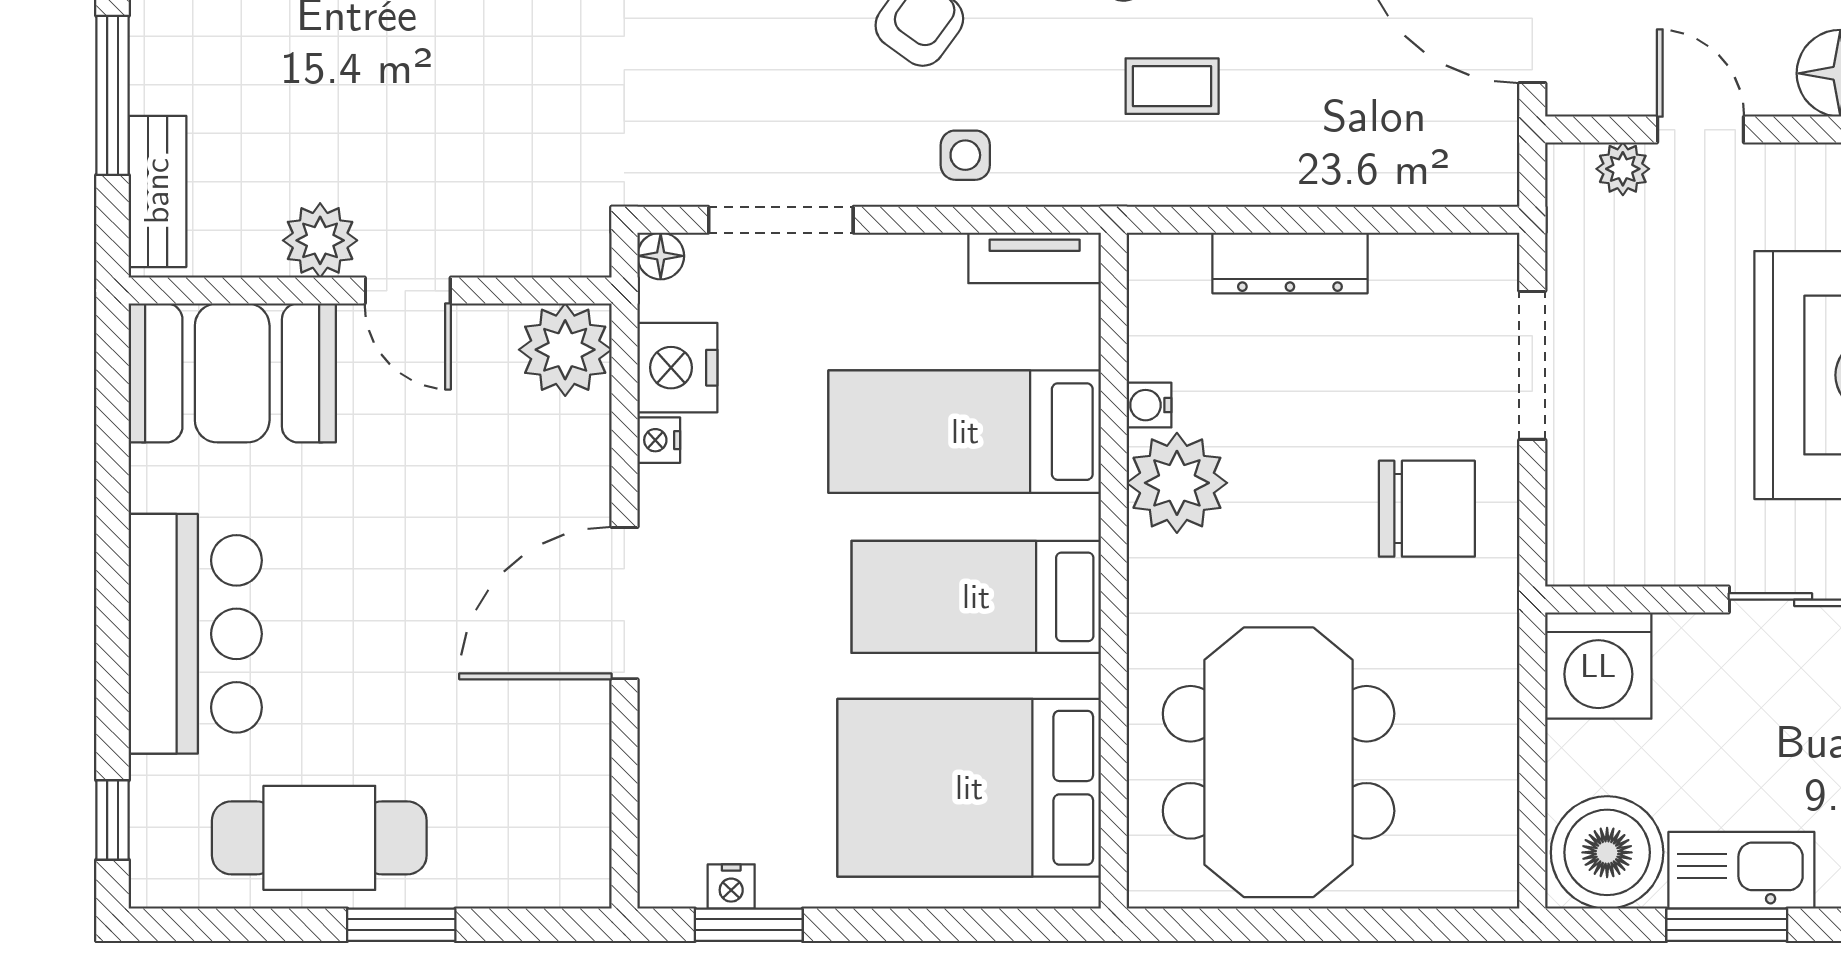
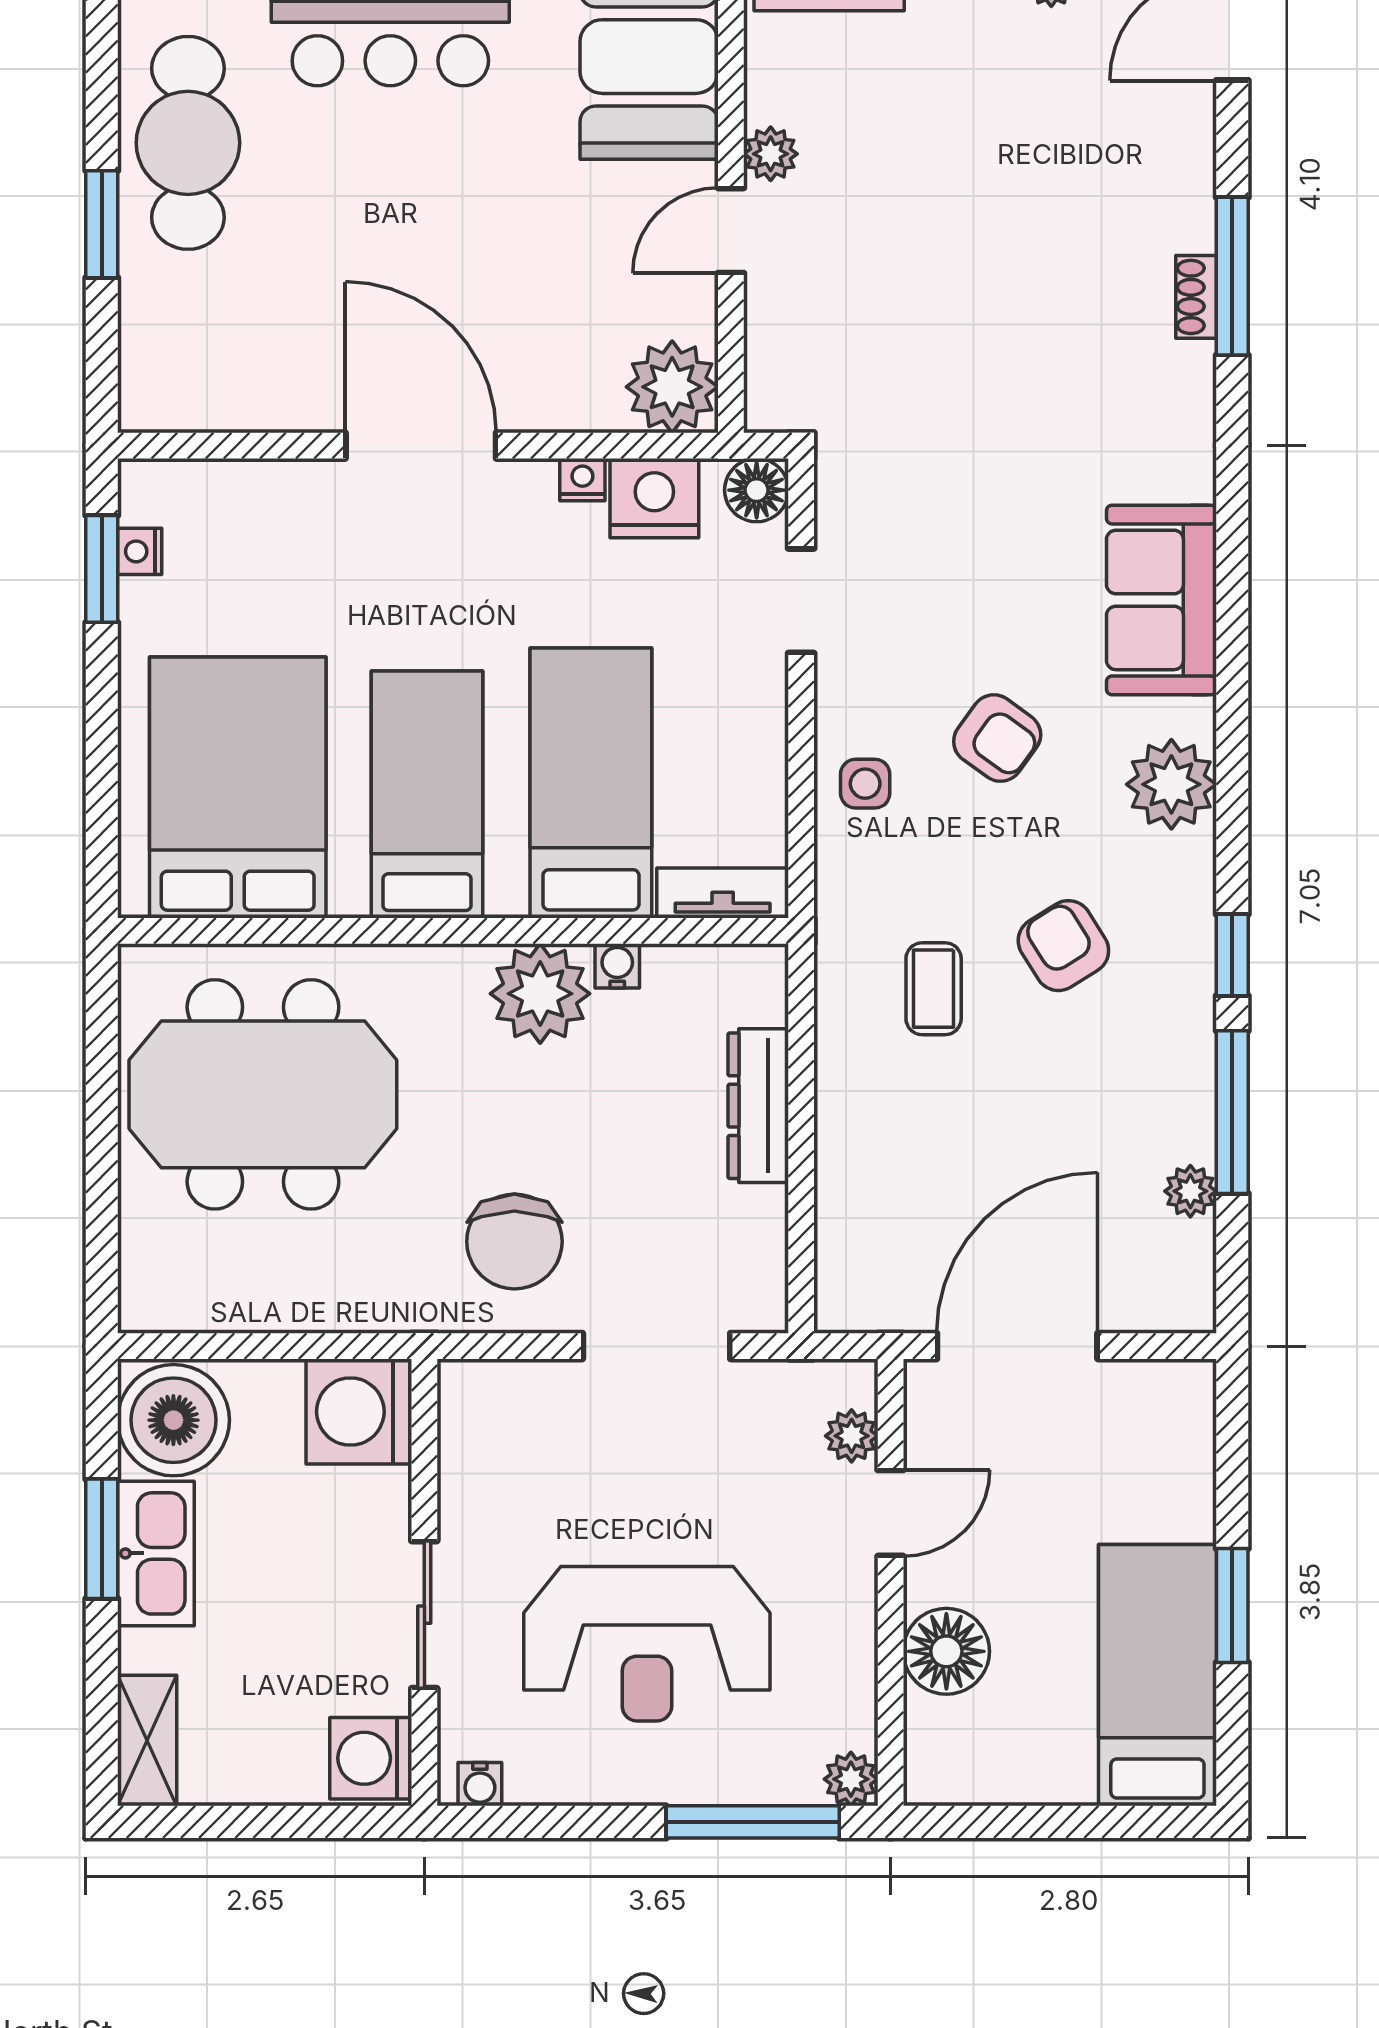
doorway: (781, 220) -> (801, 601), width x0.73
plant: (320, 240) -> (771, 154), width x0.73, depth x0.73
floor lamp: (661, 256) -> (757, 490), width x1.37, depth x1.37
tv unit: (1035, 258) -> (723, 893), moved, turned 90

